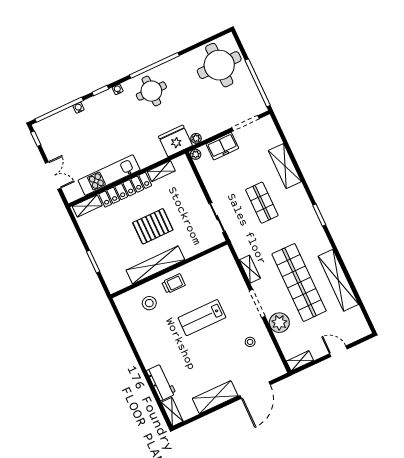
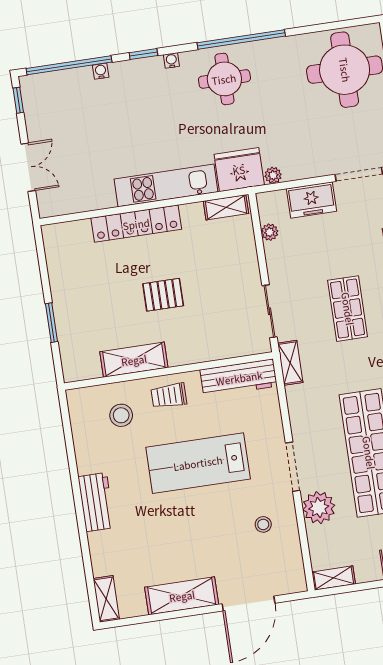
plant: (196, 154) -> (270, 232), moved
shelving: (161, 171) -> (226, 207), moved
kitchen unit: (109, 175) -> (166, 185), moved
shelving: (87, 206) -> (68, 231), removed
pallet: (153, 226) -> (163, 295), width x0.67, depth x0.71
workbench: (211, 261) -> (239, 378), added
shelving: (155, 265) -> (134, 360), width x0.68
shelving: (250, 269) -> (290, 363), moved
trolley: (173, 284) -> (169, 396), turned 180
lab bench: (202, 318) -> (198, 463), width x1.36, depth x1.39
workbench: (161, 382) -> (96, 502), moved

